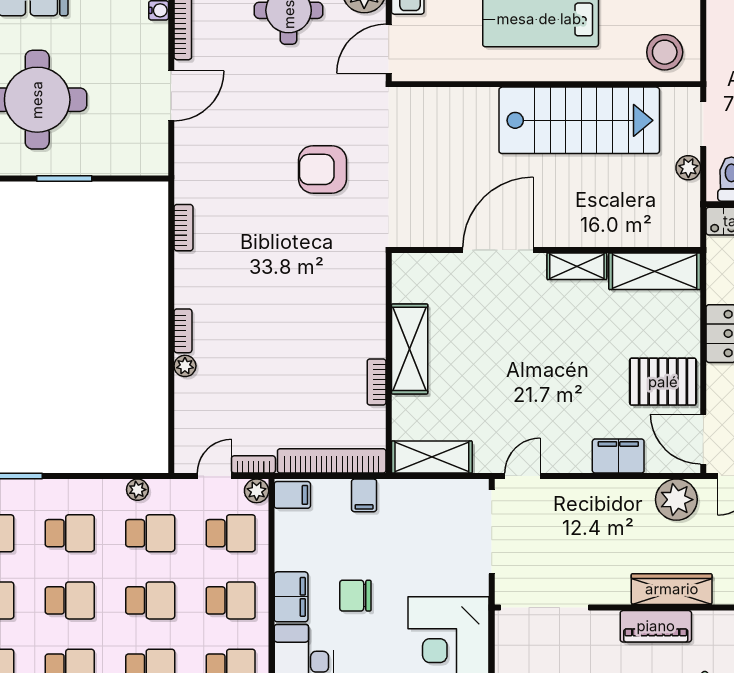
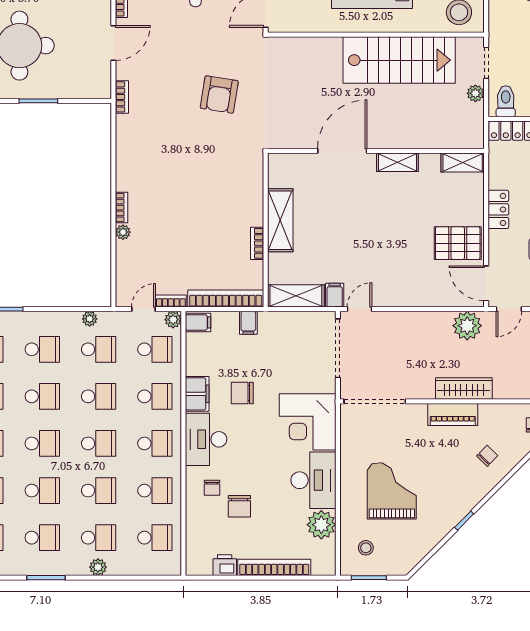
armchair: (322, 169) -> (219, 95), turned -81
bookcase: (183, 228) -> (122, 97), moved
shelving: (655, 271) -> (463, 163), width x0.67, depth x0.75
filing cabinet: (618, 456) -> (335, 295), moved, width x0.50

